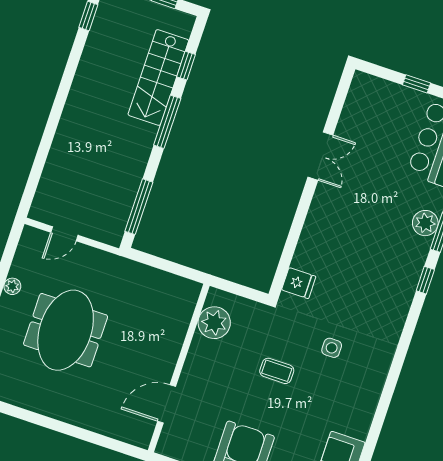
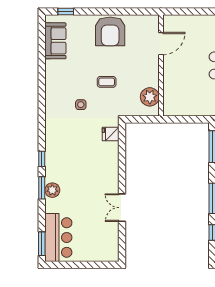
window: (416, 84) -> (83, 265), removed

